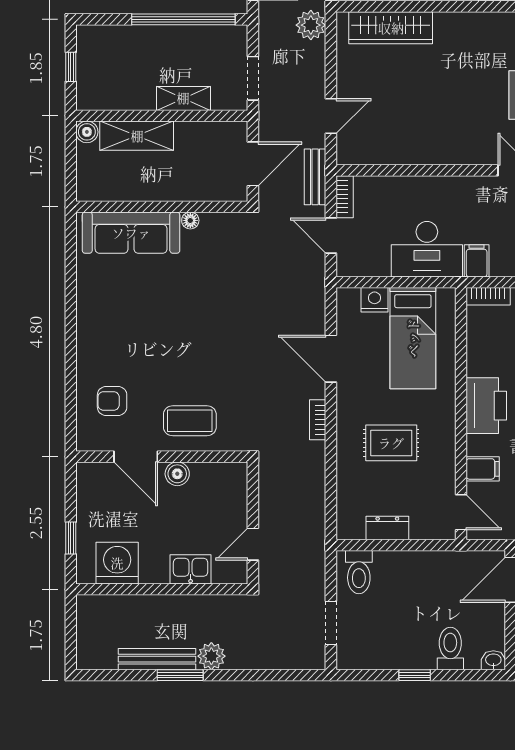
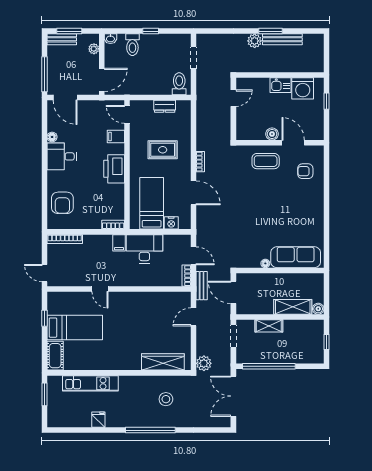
door: (253, 164) -> (233, 292), hinge flipped
armchair: (112, 401) -> (305, 171), turned 180
kitchen sink: (191, 569) -> (281, 85), moved

